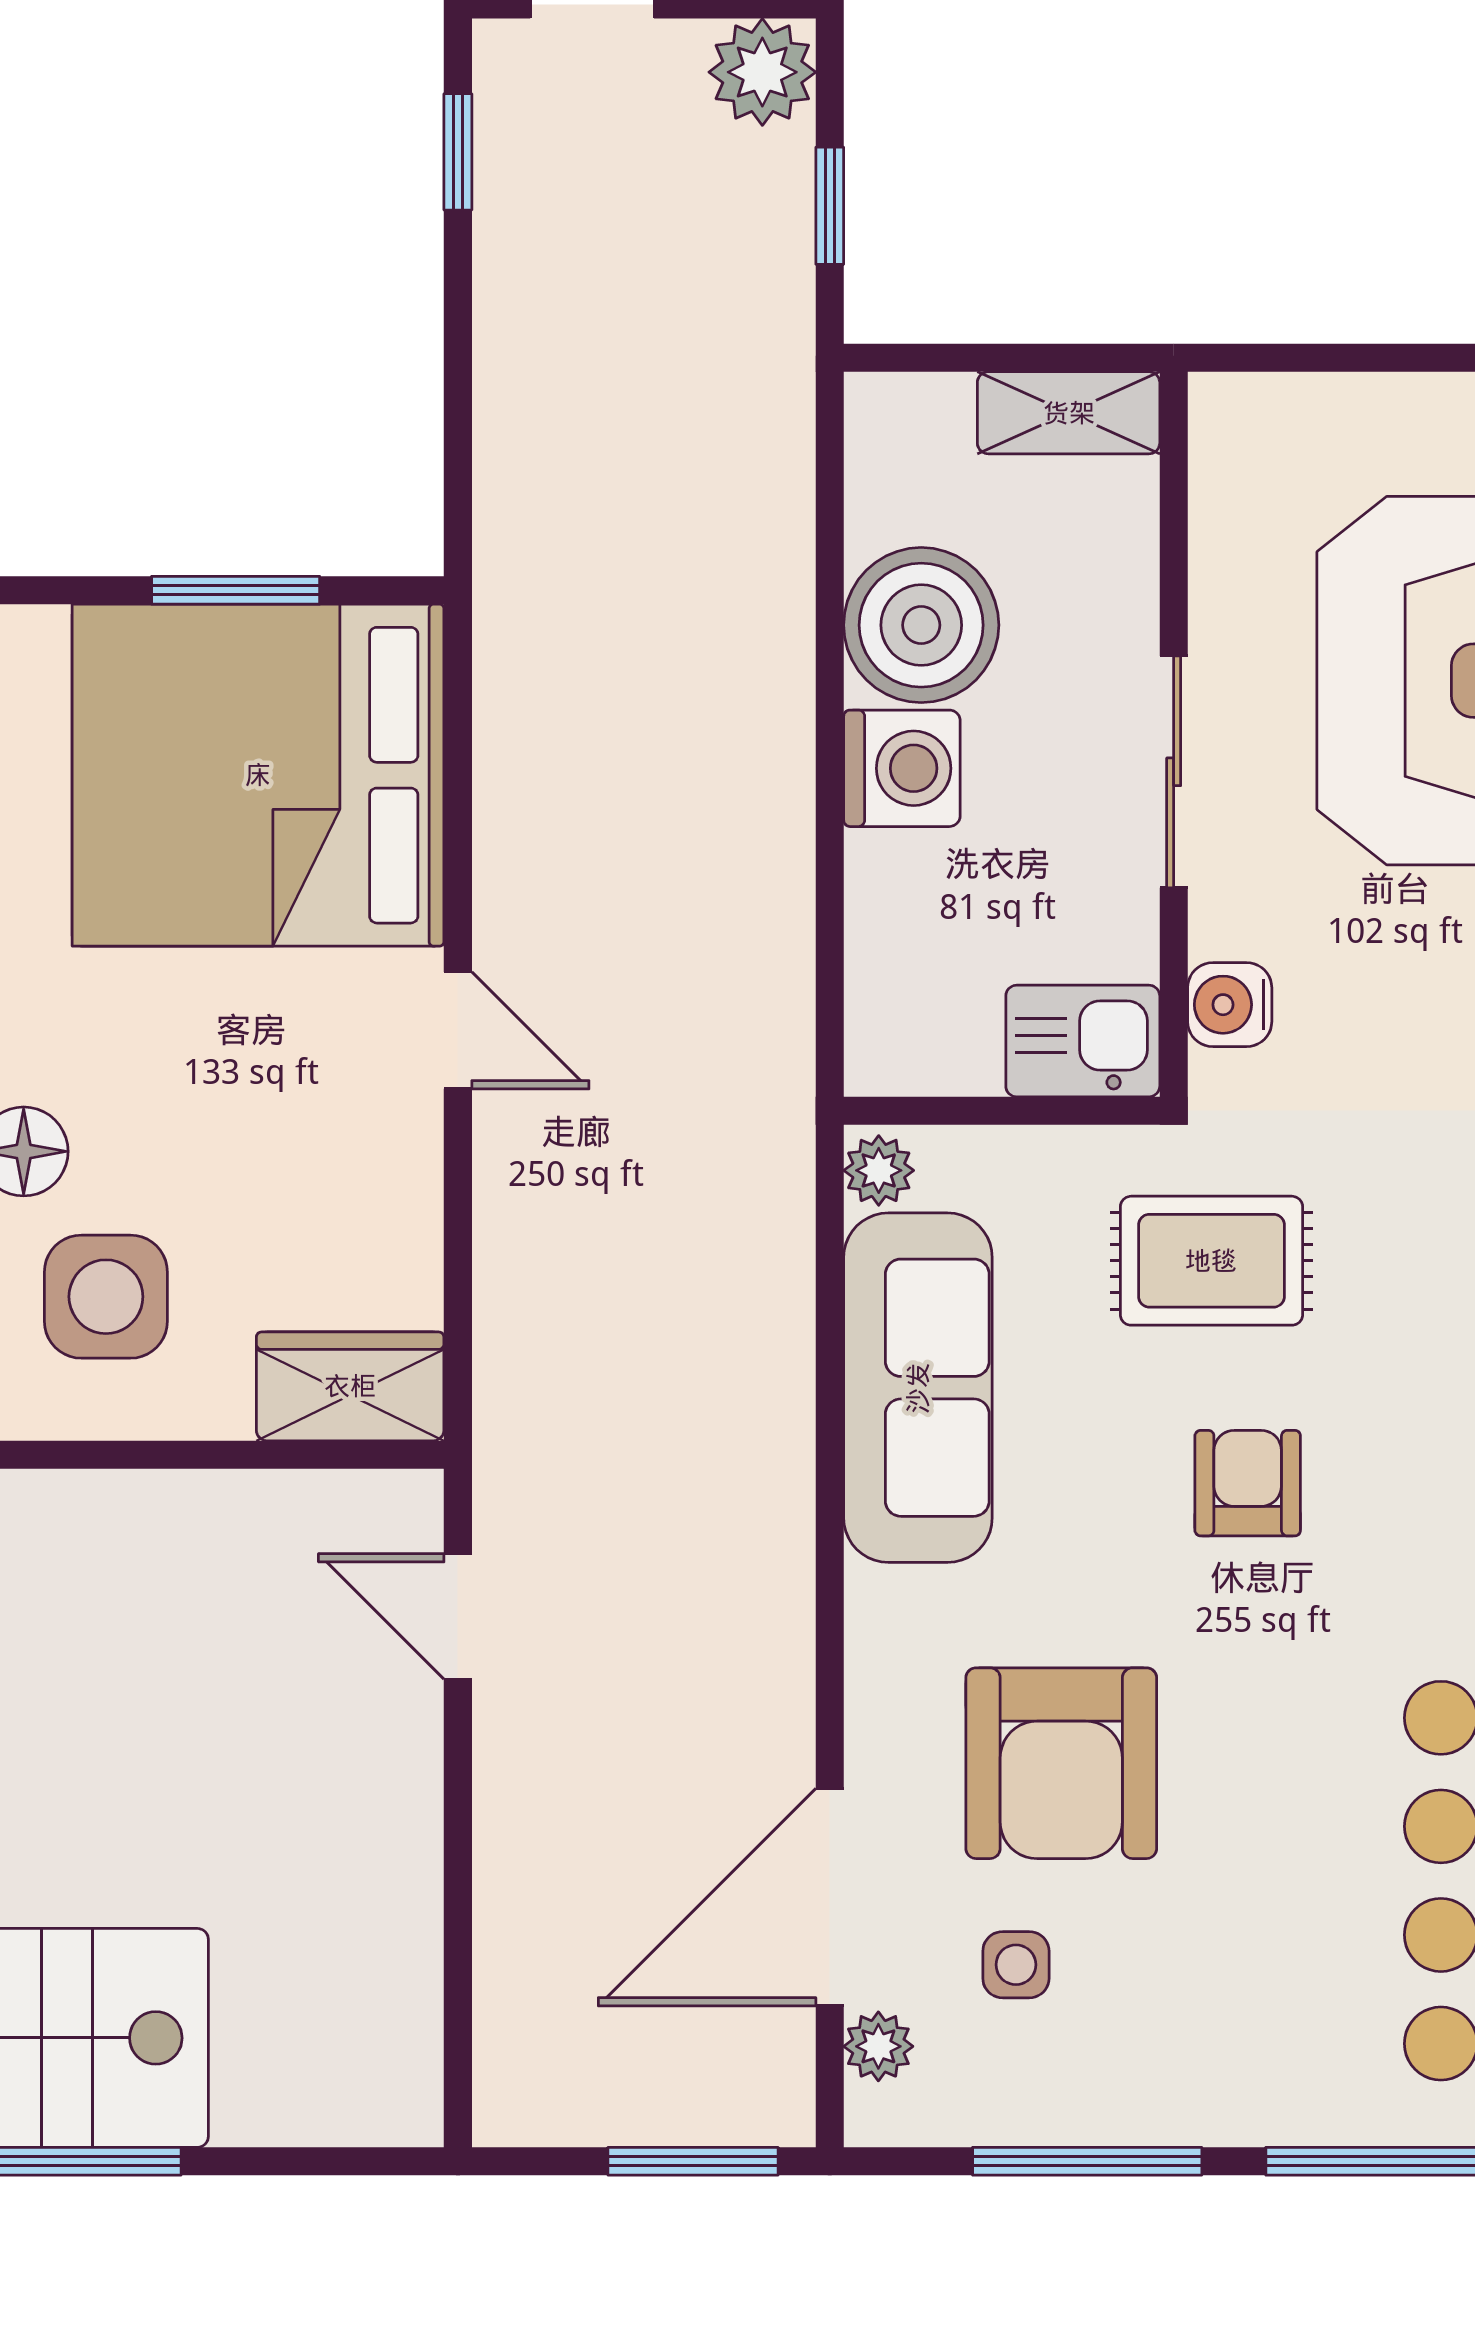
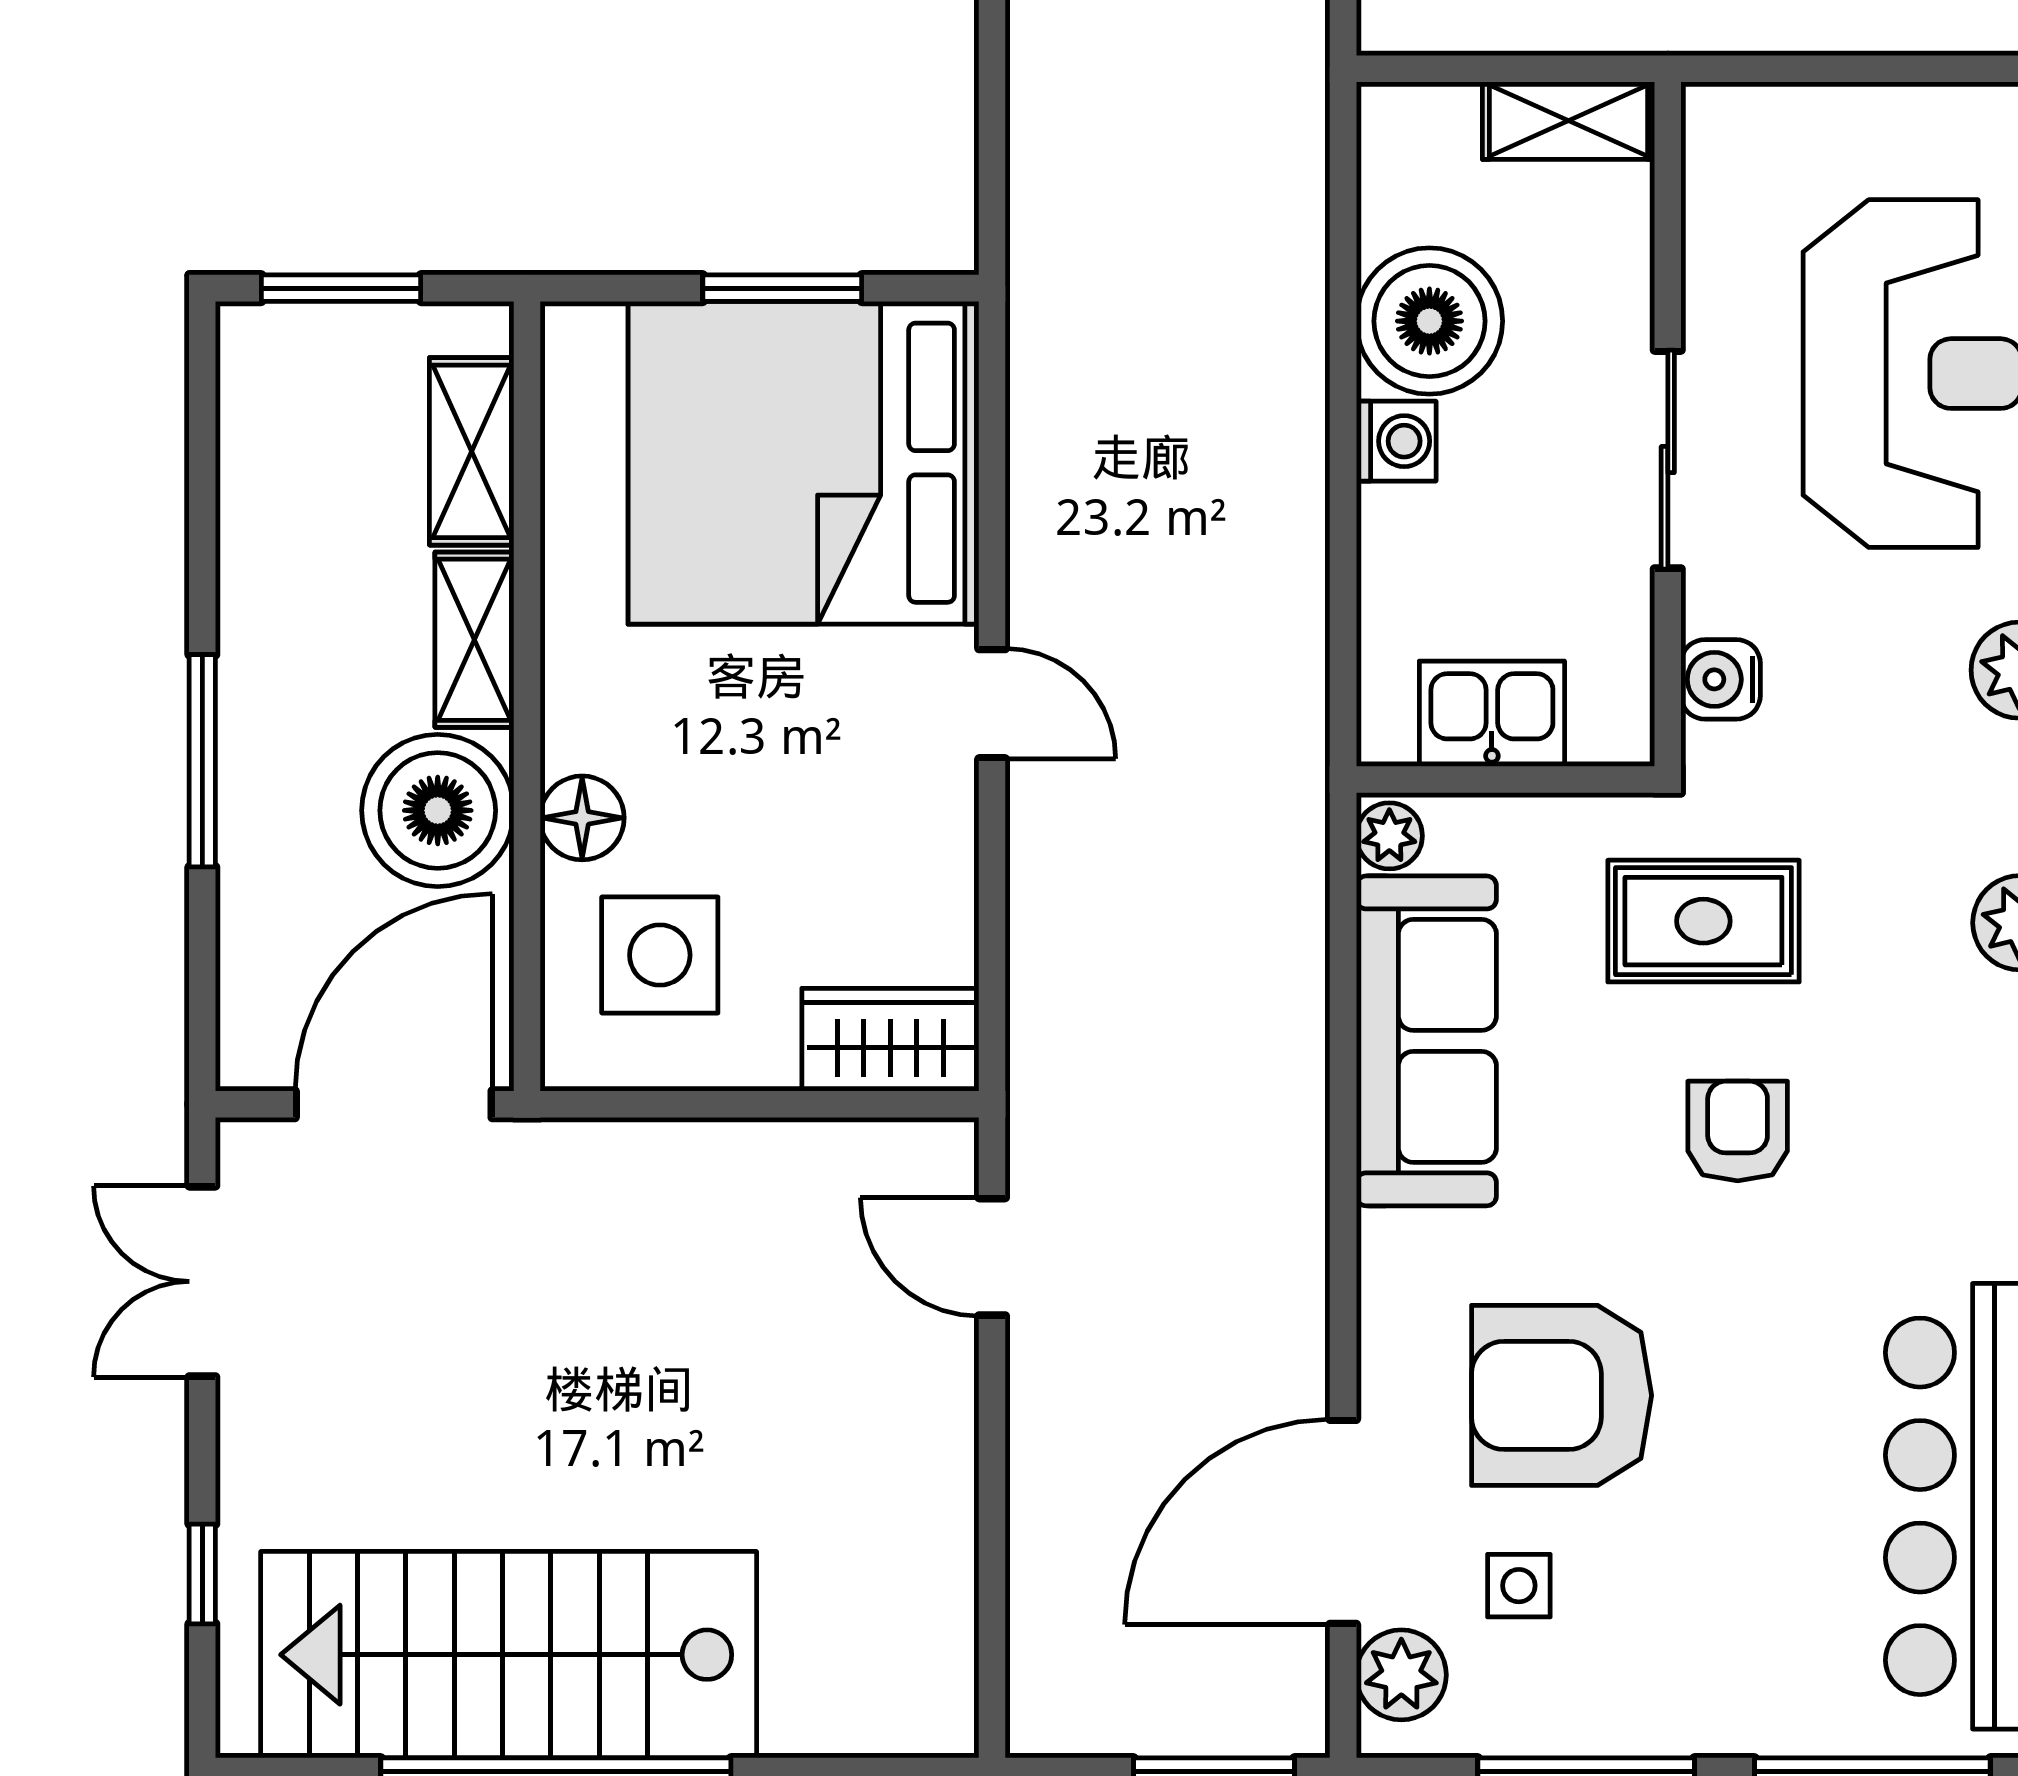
washing machine: (902, 768) -> (1396, 441), width x0.73, depth x0.73
kitchen sink: (1083, 1041) -> (1492, 714), moved
armchair: (1061, 1763) -> (1562, 1395), turned 90
plant: (878, 2046) -> (1401, 1675), width x1.38, depth x1.38

